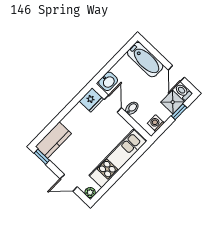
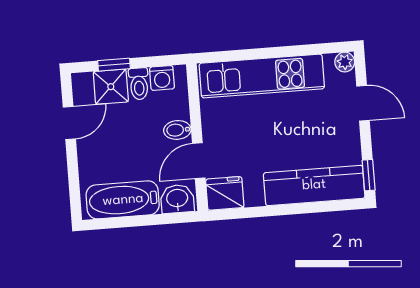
bathtub: (145, 60) -> (123, 200), moved, turned -90
toilet: (183, 92) -> (139, 84), moved
kitchen counter: (53, 140) -> (314, 185), width x1.50

